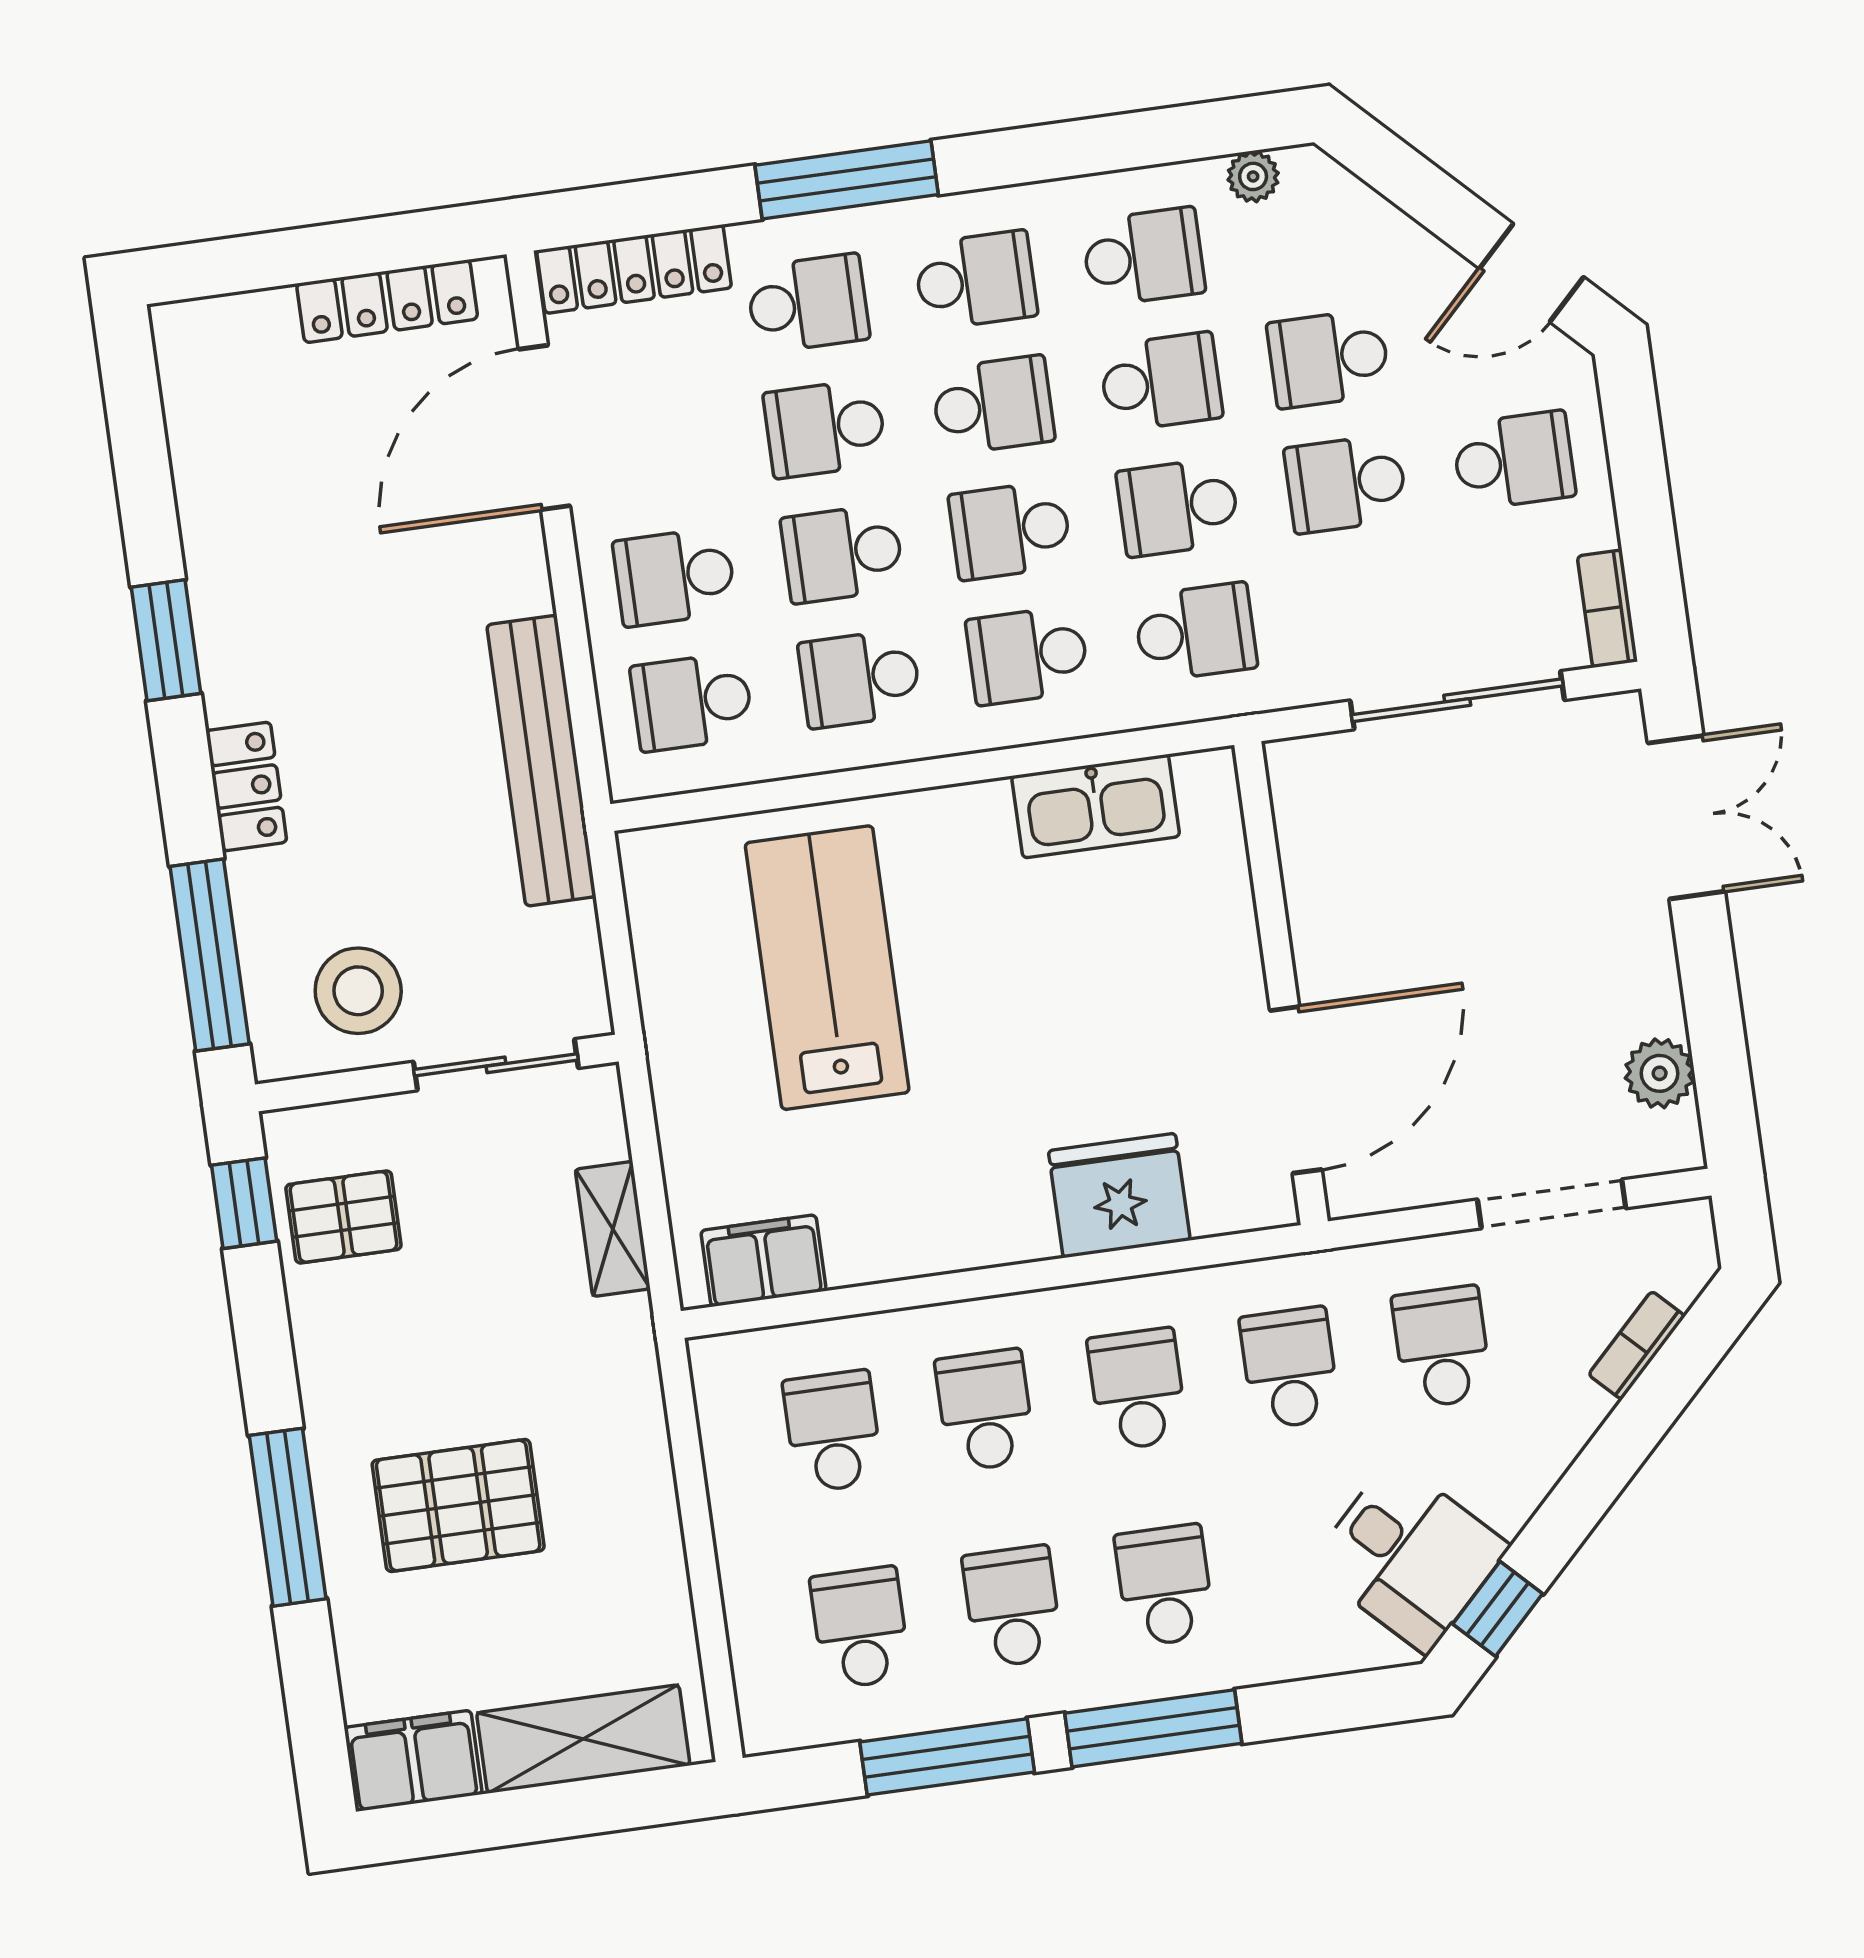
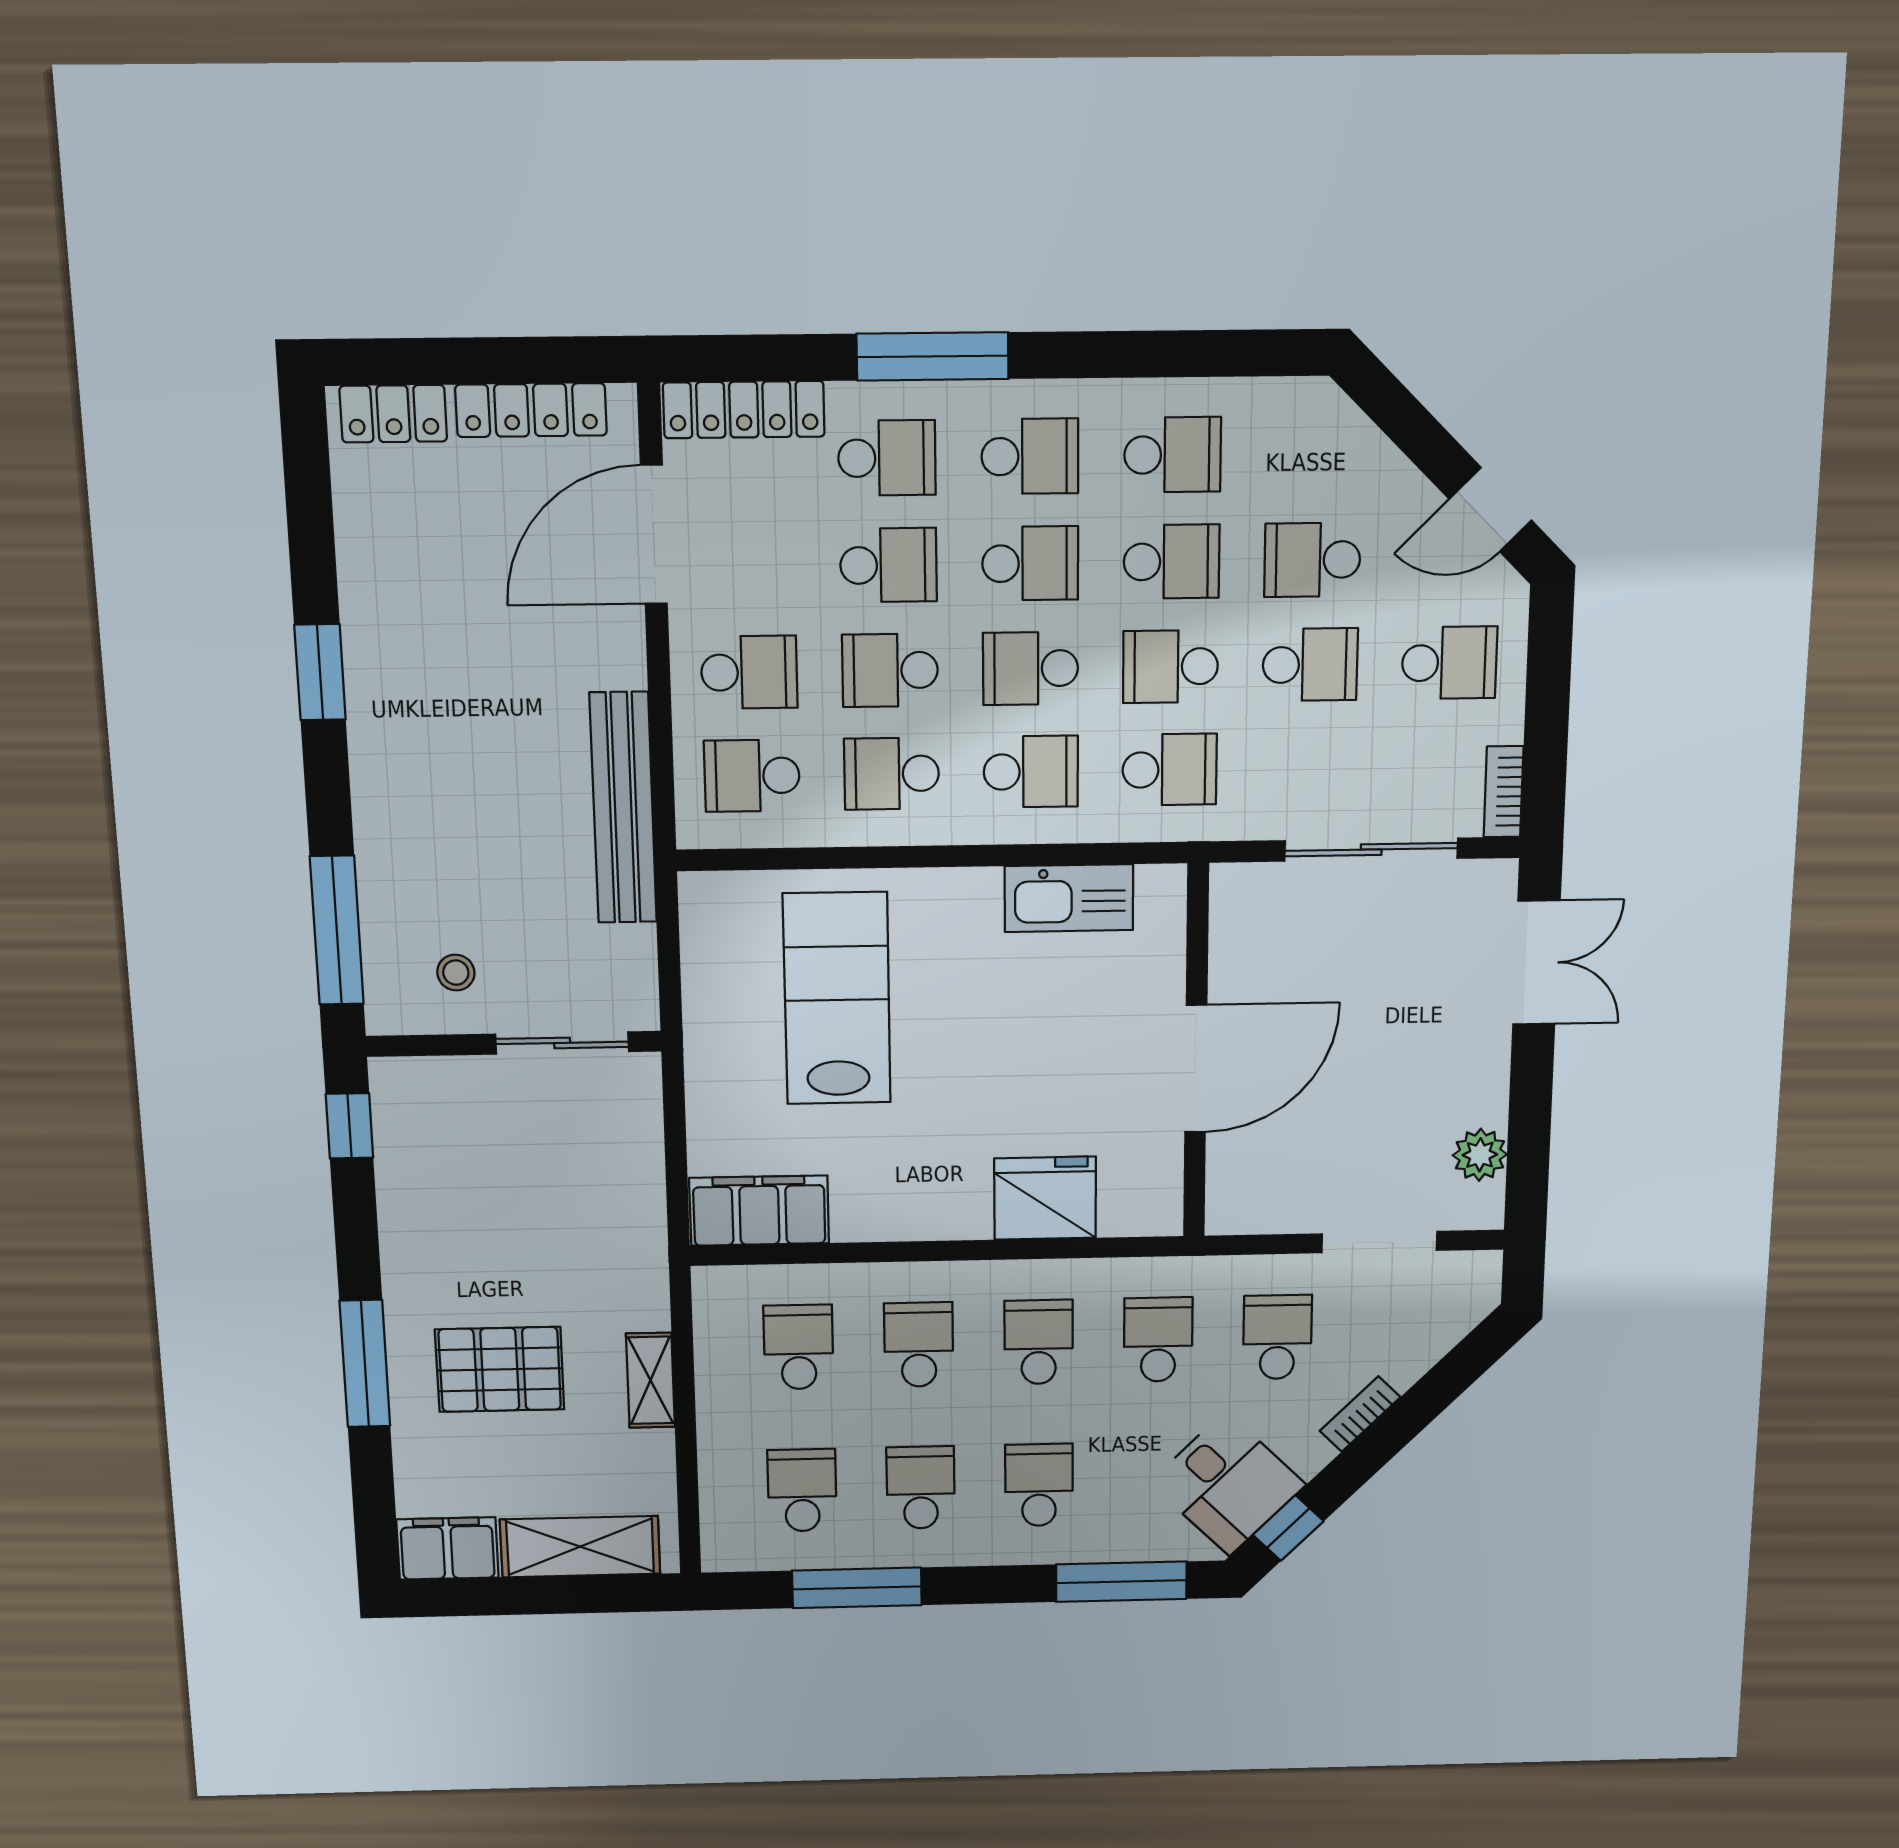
plant: (1253, 176) -> (1274, 398), removed
school desk: (825, 428) -> (888, 565), turned 180
school desk: (1346, 484) -> (1310, 665), turned 180
school desk: (675, 577) -> (749, 672), turned 180
school desk: (1028, 655) -> (1031, 772), turned 180
locker: (246, 786) -> (393, 414), moved, turned 90
stool: (358, 991) -> (456, 973), width x0.53, depth x0.53
door: (1296, 1090) -> (1196, 1069), moved
pallet: (343, 1217) -> (429, 1145), removed
shelving: (613, 1229) -> (650, 1380), moved
filing cabinet: (763, 1261) -> (759, 1211), width x1.50, depth x1.17
bookcase: (1637, 1345) -> (1360, 1414), moved
window: (1153, 1728) -> (1121, 1582), moved

